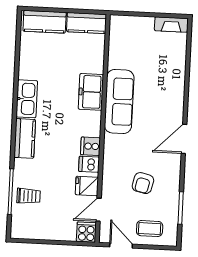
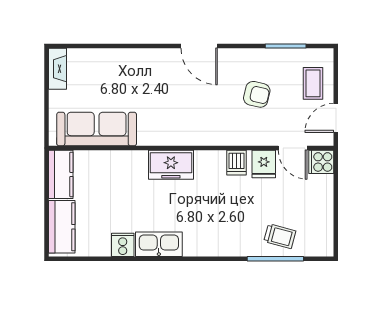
freezer: (91, 92) -> (171, 165), moved
sofa: (119, 101) -> (97, 129), moved
kitchen counter: (25, 138) -> (208, 244), removed
cooker: (91, 146) -> (123, 245), moved, turned 180
trolley: (28, 196) -> (280, 236), turned 105

